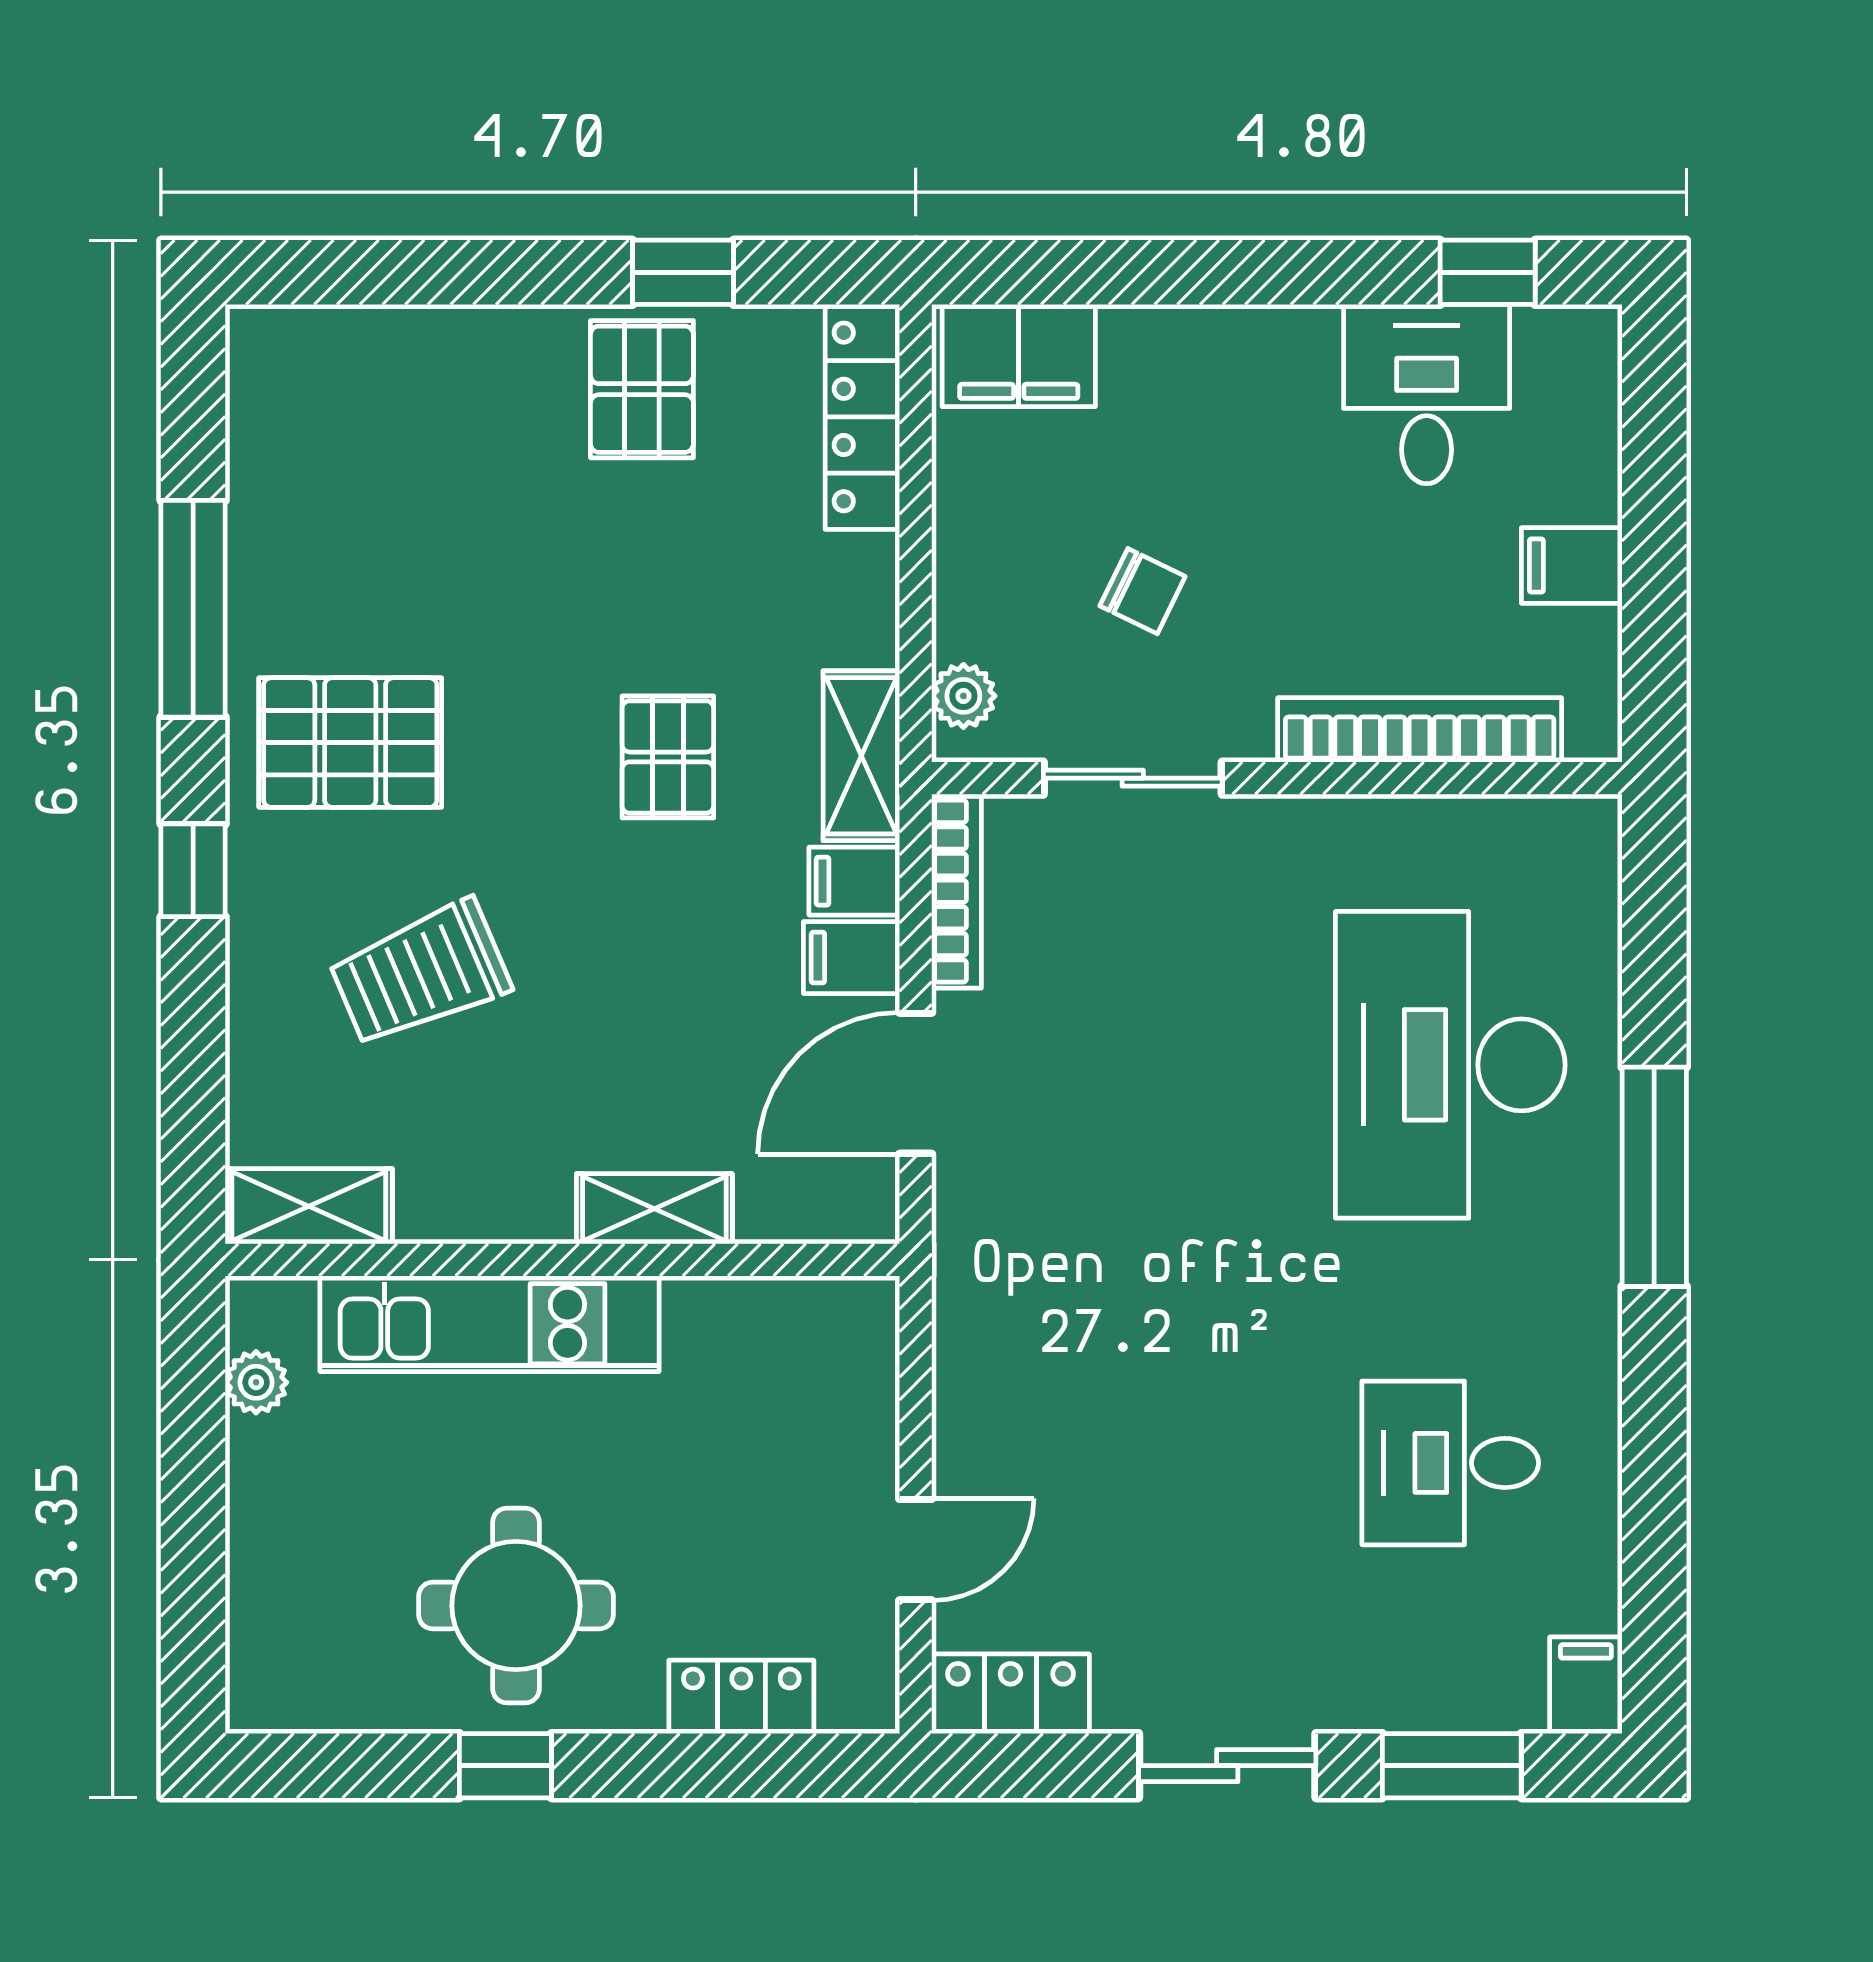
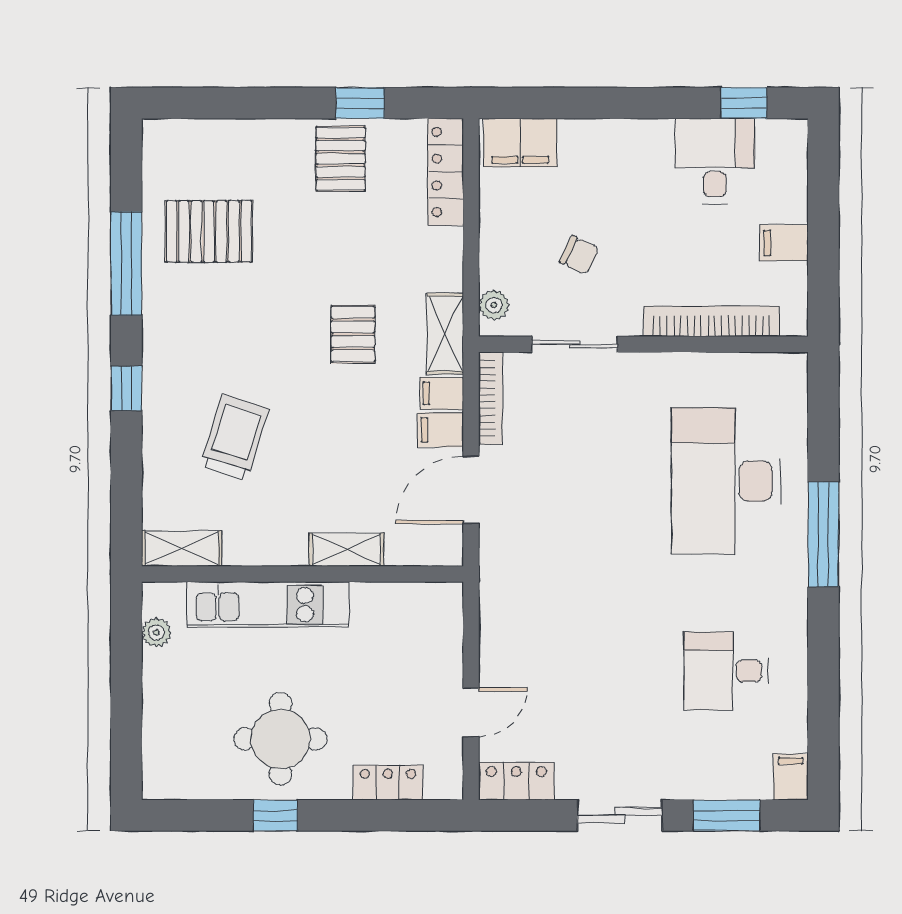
pallet: (350, 743) -> (209, 231), moved
trolley: (420, 973) -> (235, 437), turned 130

